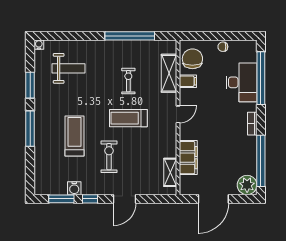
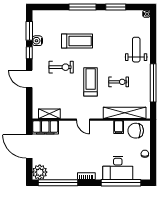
chair: (192, 59) -> (136, 131), turned 180
weight bench: (69, 68) -> (136, 50), moved, turned 180
shelving: (169, 73) -> (125, 113), width x1.47
door: (178, 114) -> (83, 120), moved
filing cabinet: (188, 158) -> (45, 127), moved

